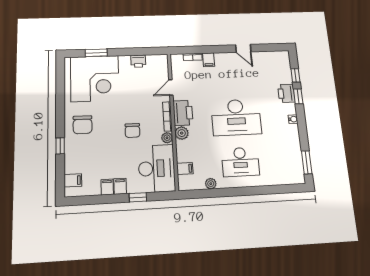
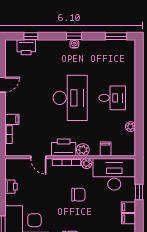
printer: (286, 93) -> (26, 47), moved
window: (298, 96) -> (74, 36), moved
desk: (240, 162) -> (112, 98), width x0.73
filing cabinet: (185, 168) -> (106, 149), moved

